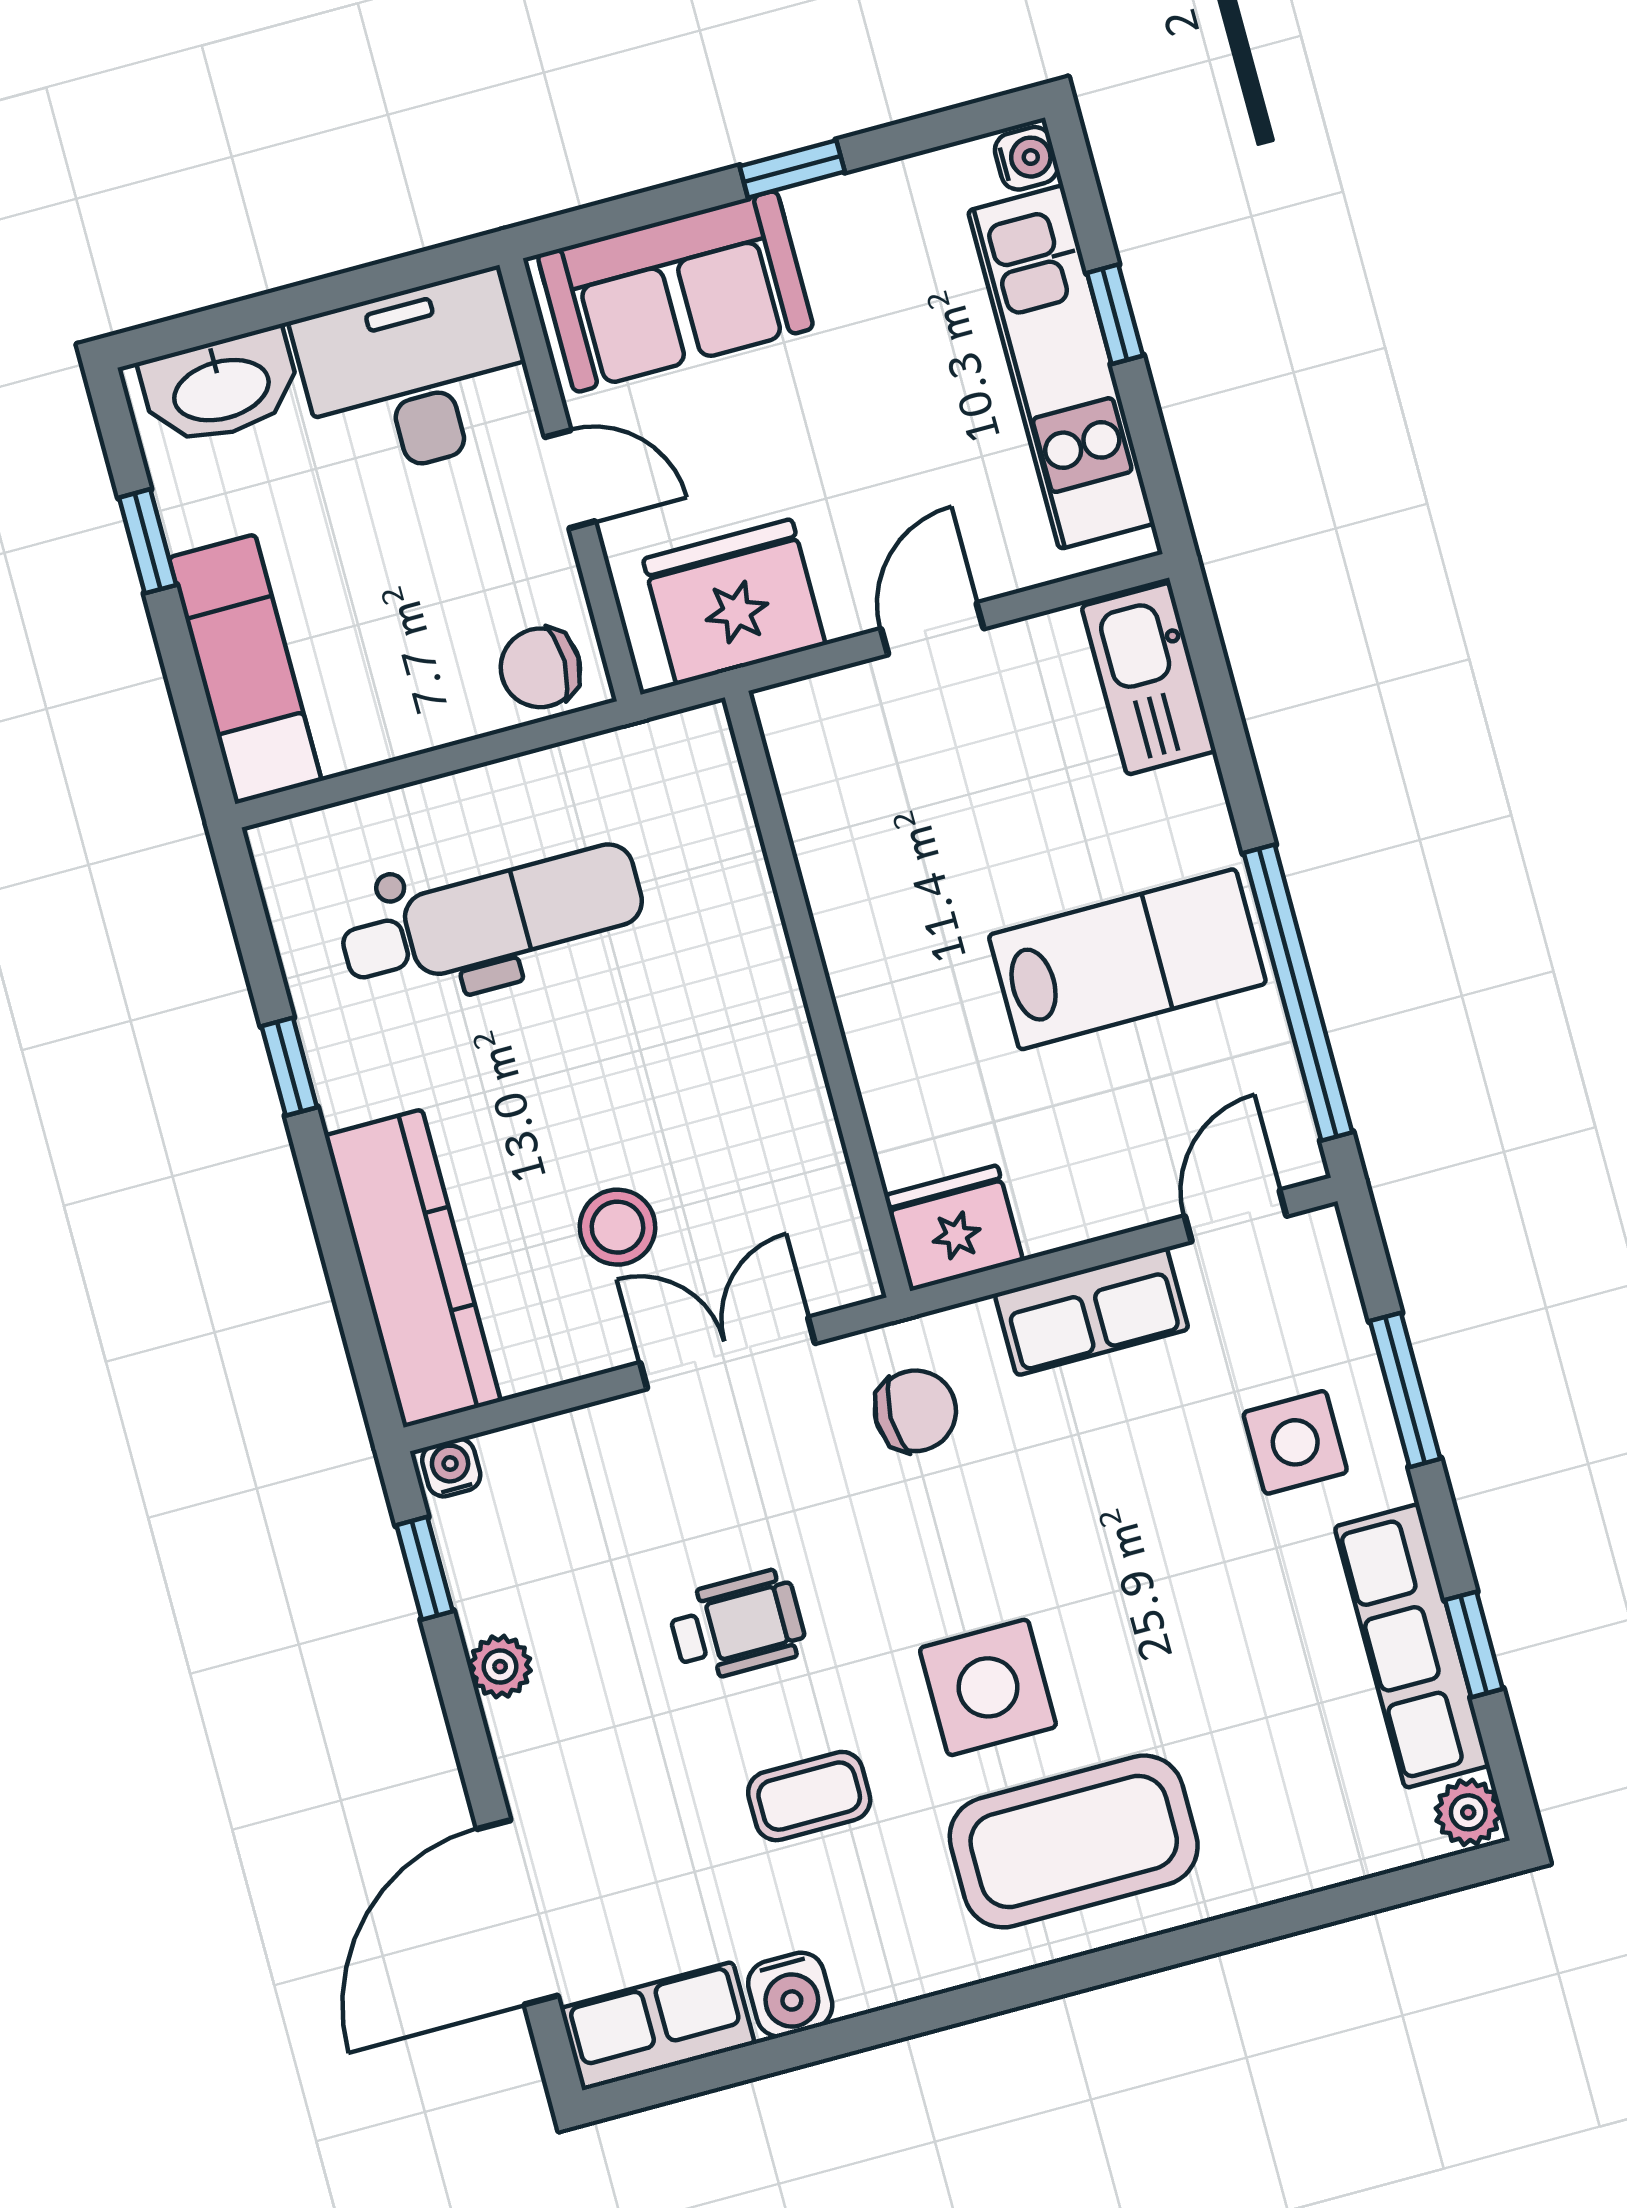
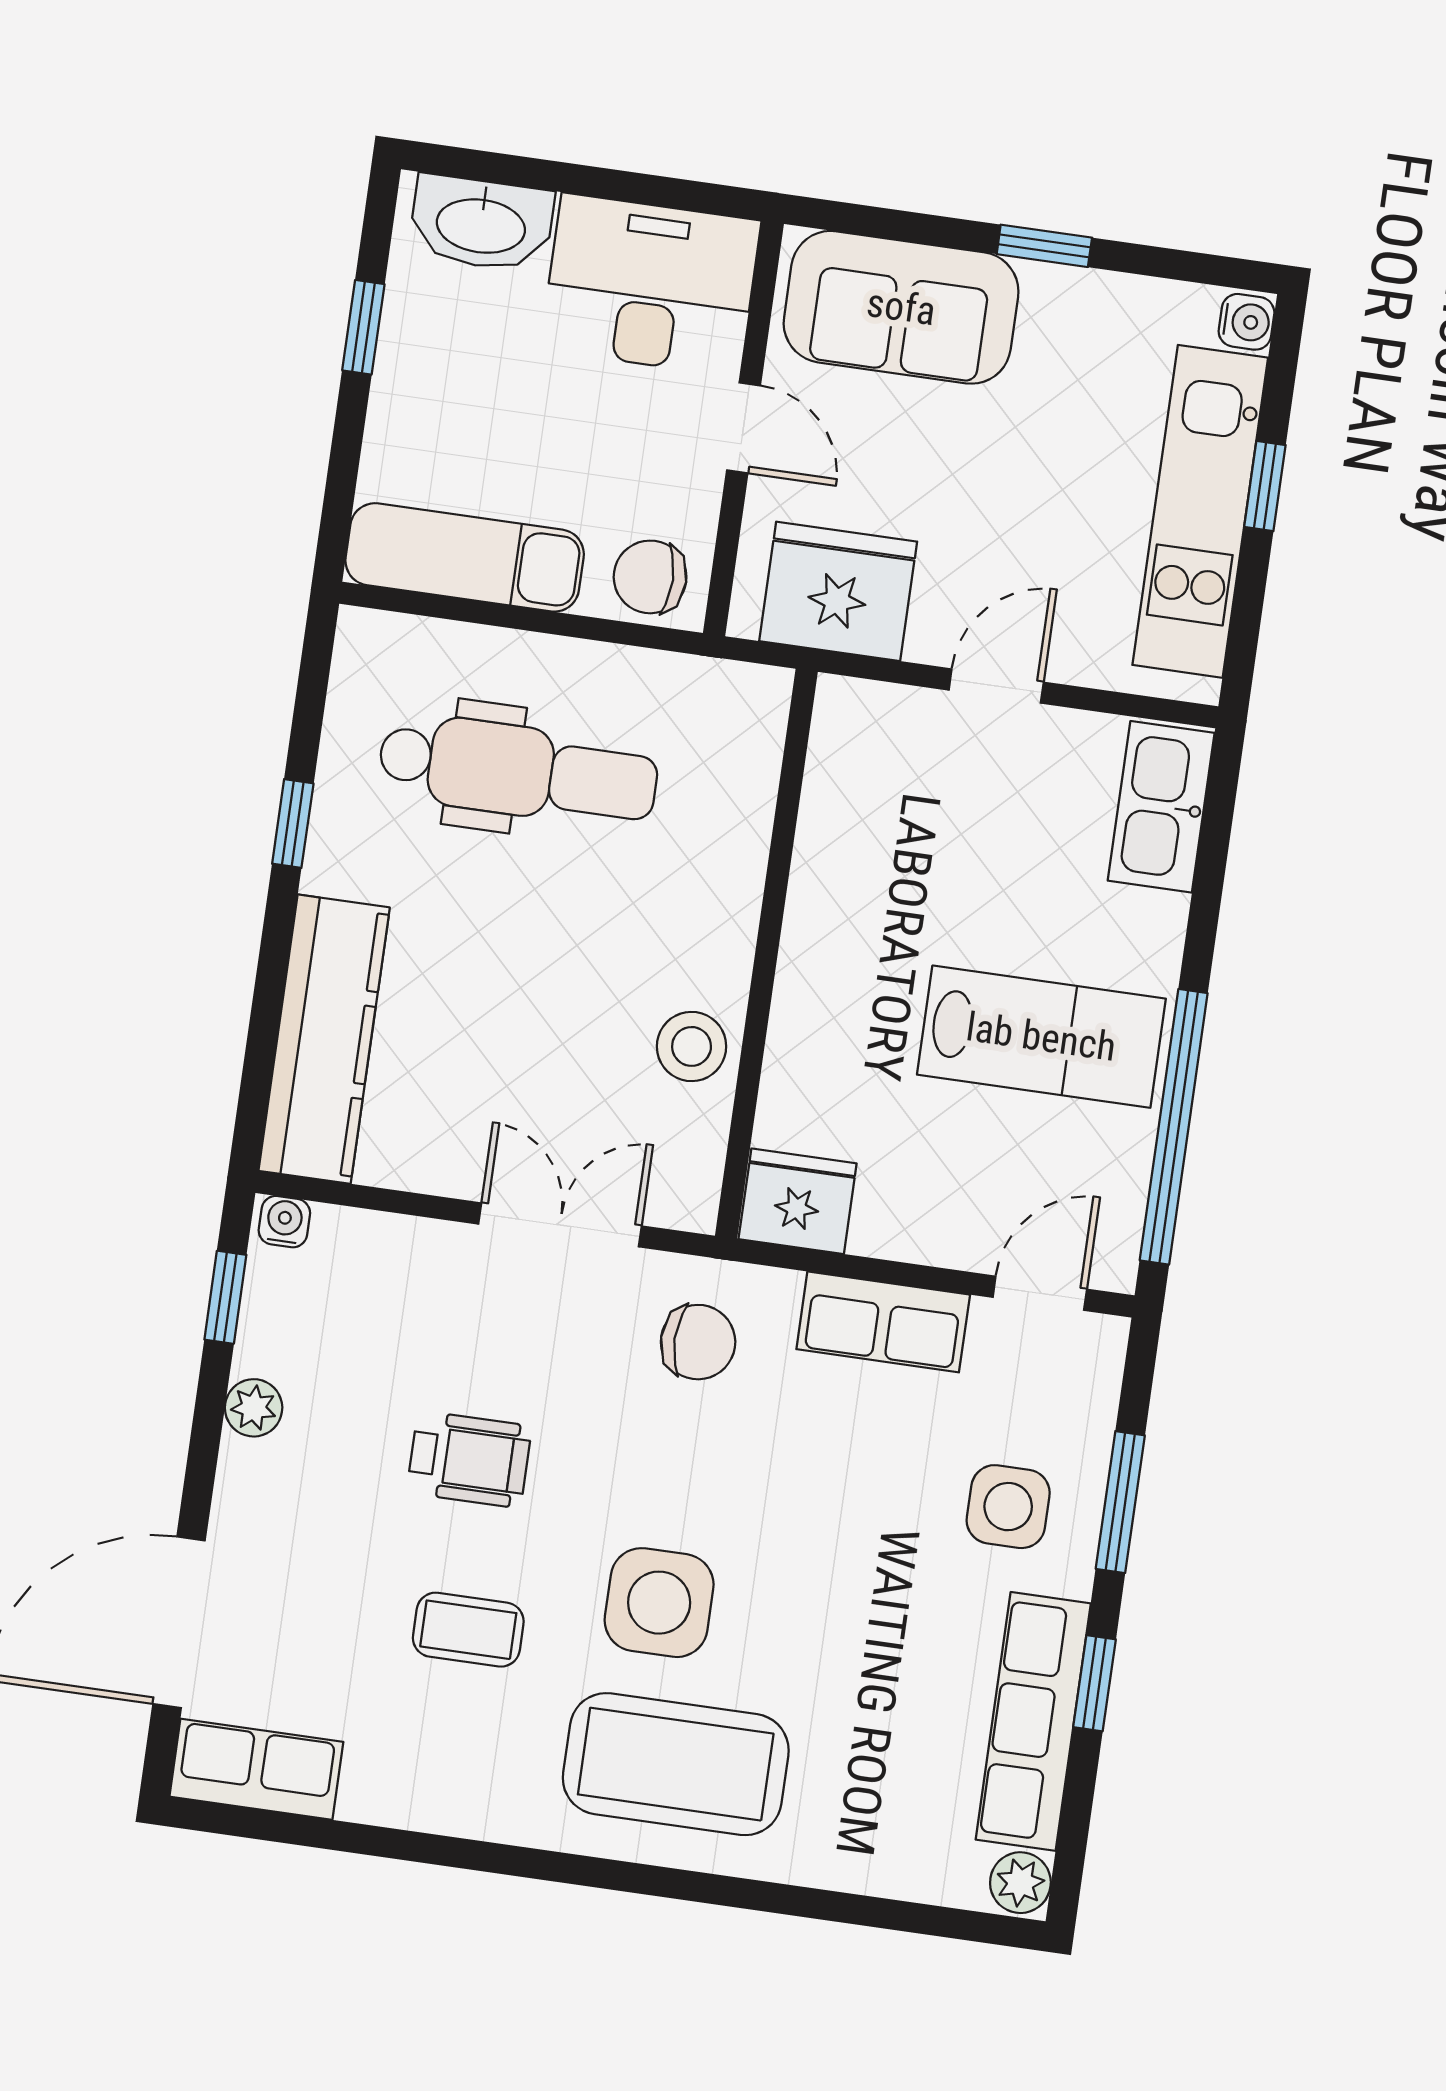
exam couch: (245, 669) -> (465, 557), moved, turned -90
stool: (617, 1227) -> (692, 1046), moved
window: (1474, 1644) -> (1095, 1683), moved
water cooler: (790, 1995) -> (380, 1791), removed

